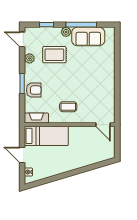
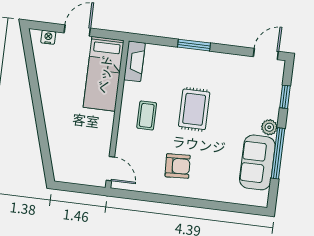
rug: (54, 55) -> (194, 109), moved
plant: (29, 58) -> (233, 62), removed
armchair: (34, 90) -> (178, 166), moved, turned -93
door: (103, 125) -> (110, 169), swing flipped

